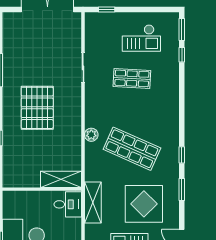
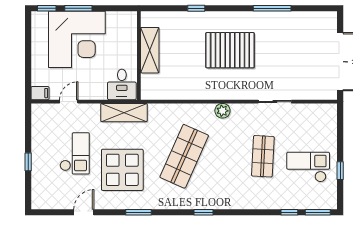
window: (107, 9) -> (340, 171), moved
checkout: (141, 38) -> (308, 167), turned 90
plant: (91, 135) -> (222, 111), moved
window: (182, 155) -> (204, 212), moved
shelving: (61, 179) -> (150, 50), moved

